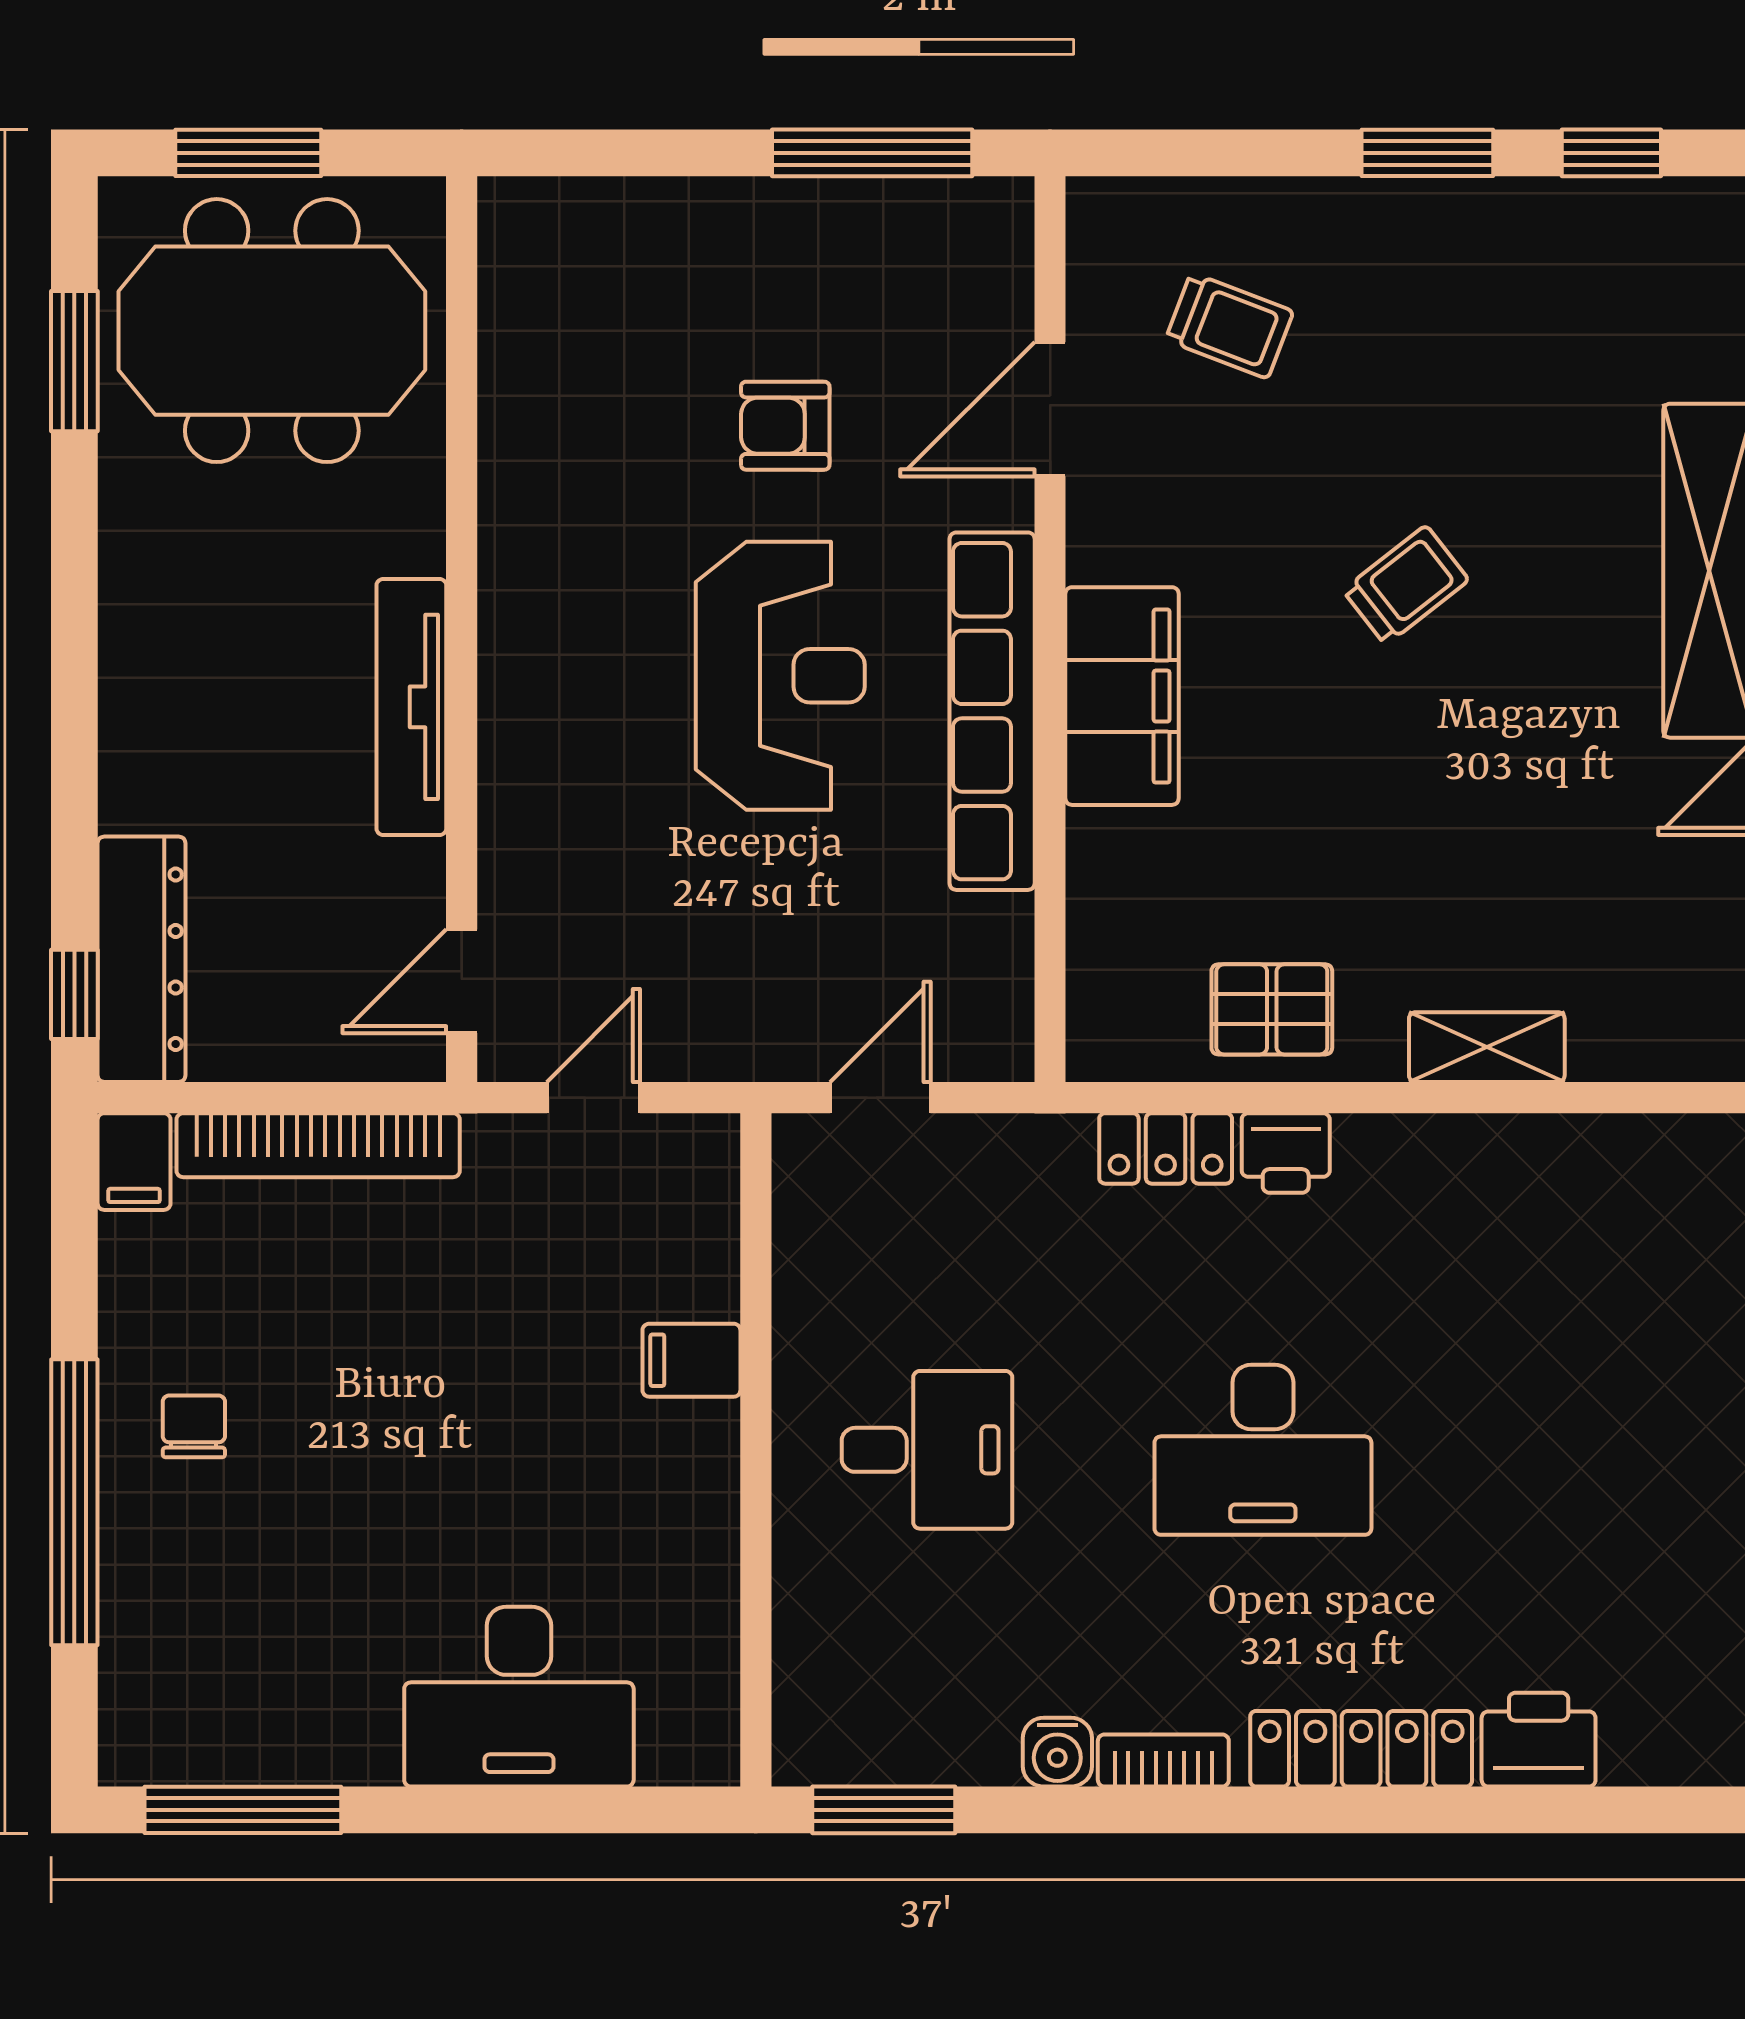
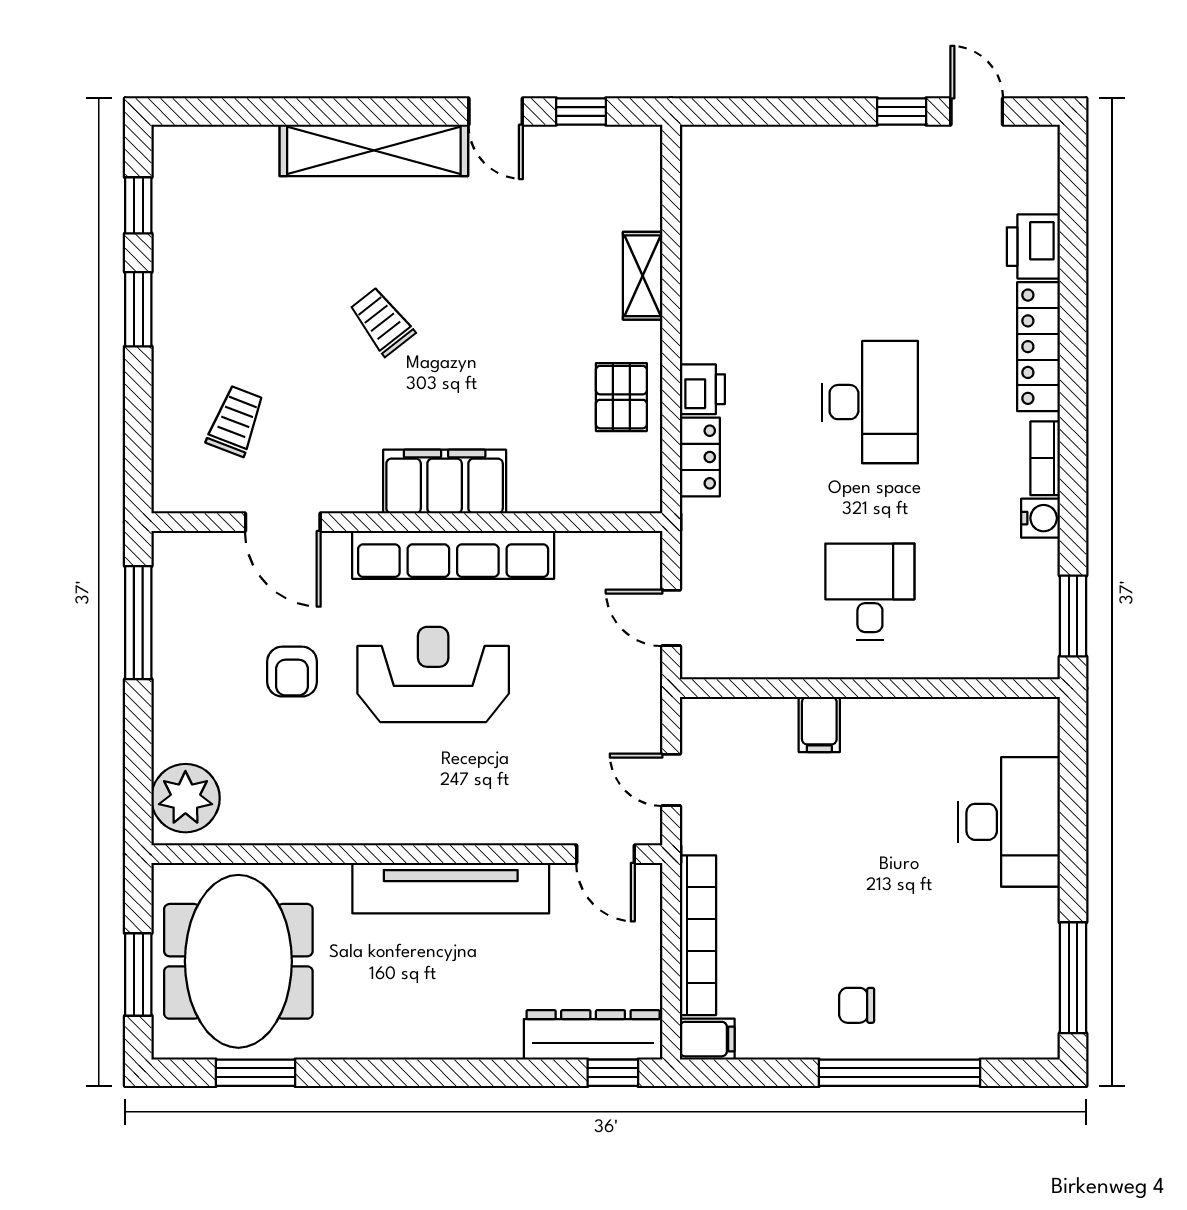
plant: (561, 237) -> (185, 798), added
tv unit: (411, 707) -> (451, 888), width x1.36, depth x1.29

